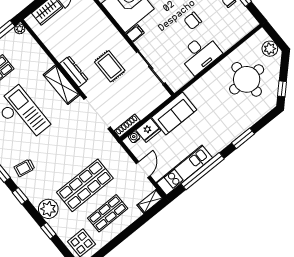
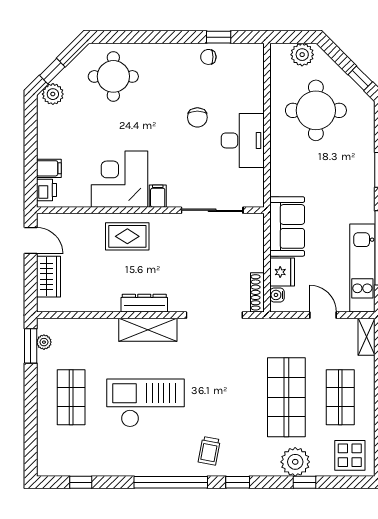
plant: (20, 29) -> (44, 342), moved
rug: (110, 66) -> (127, 236), moved
plant: (48, 209) -> (295, 462), moved

